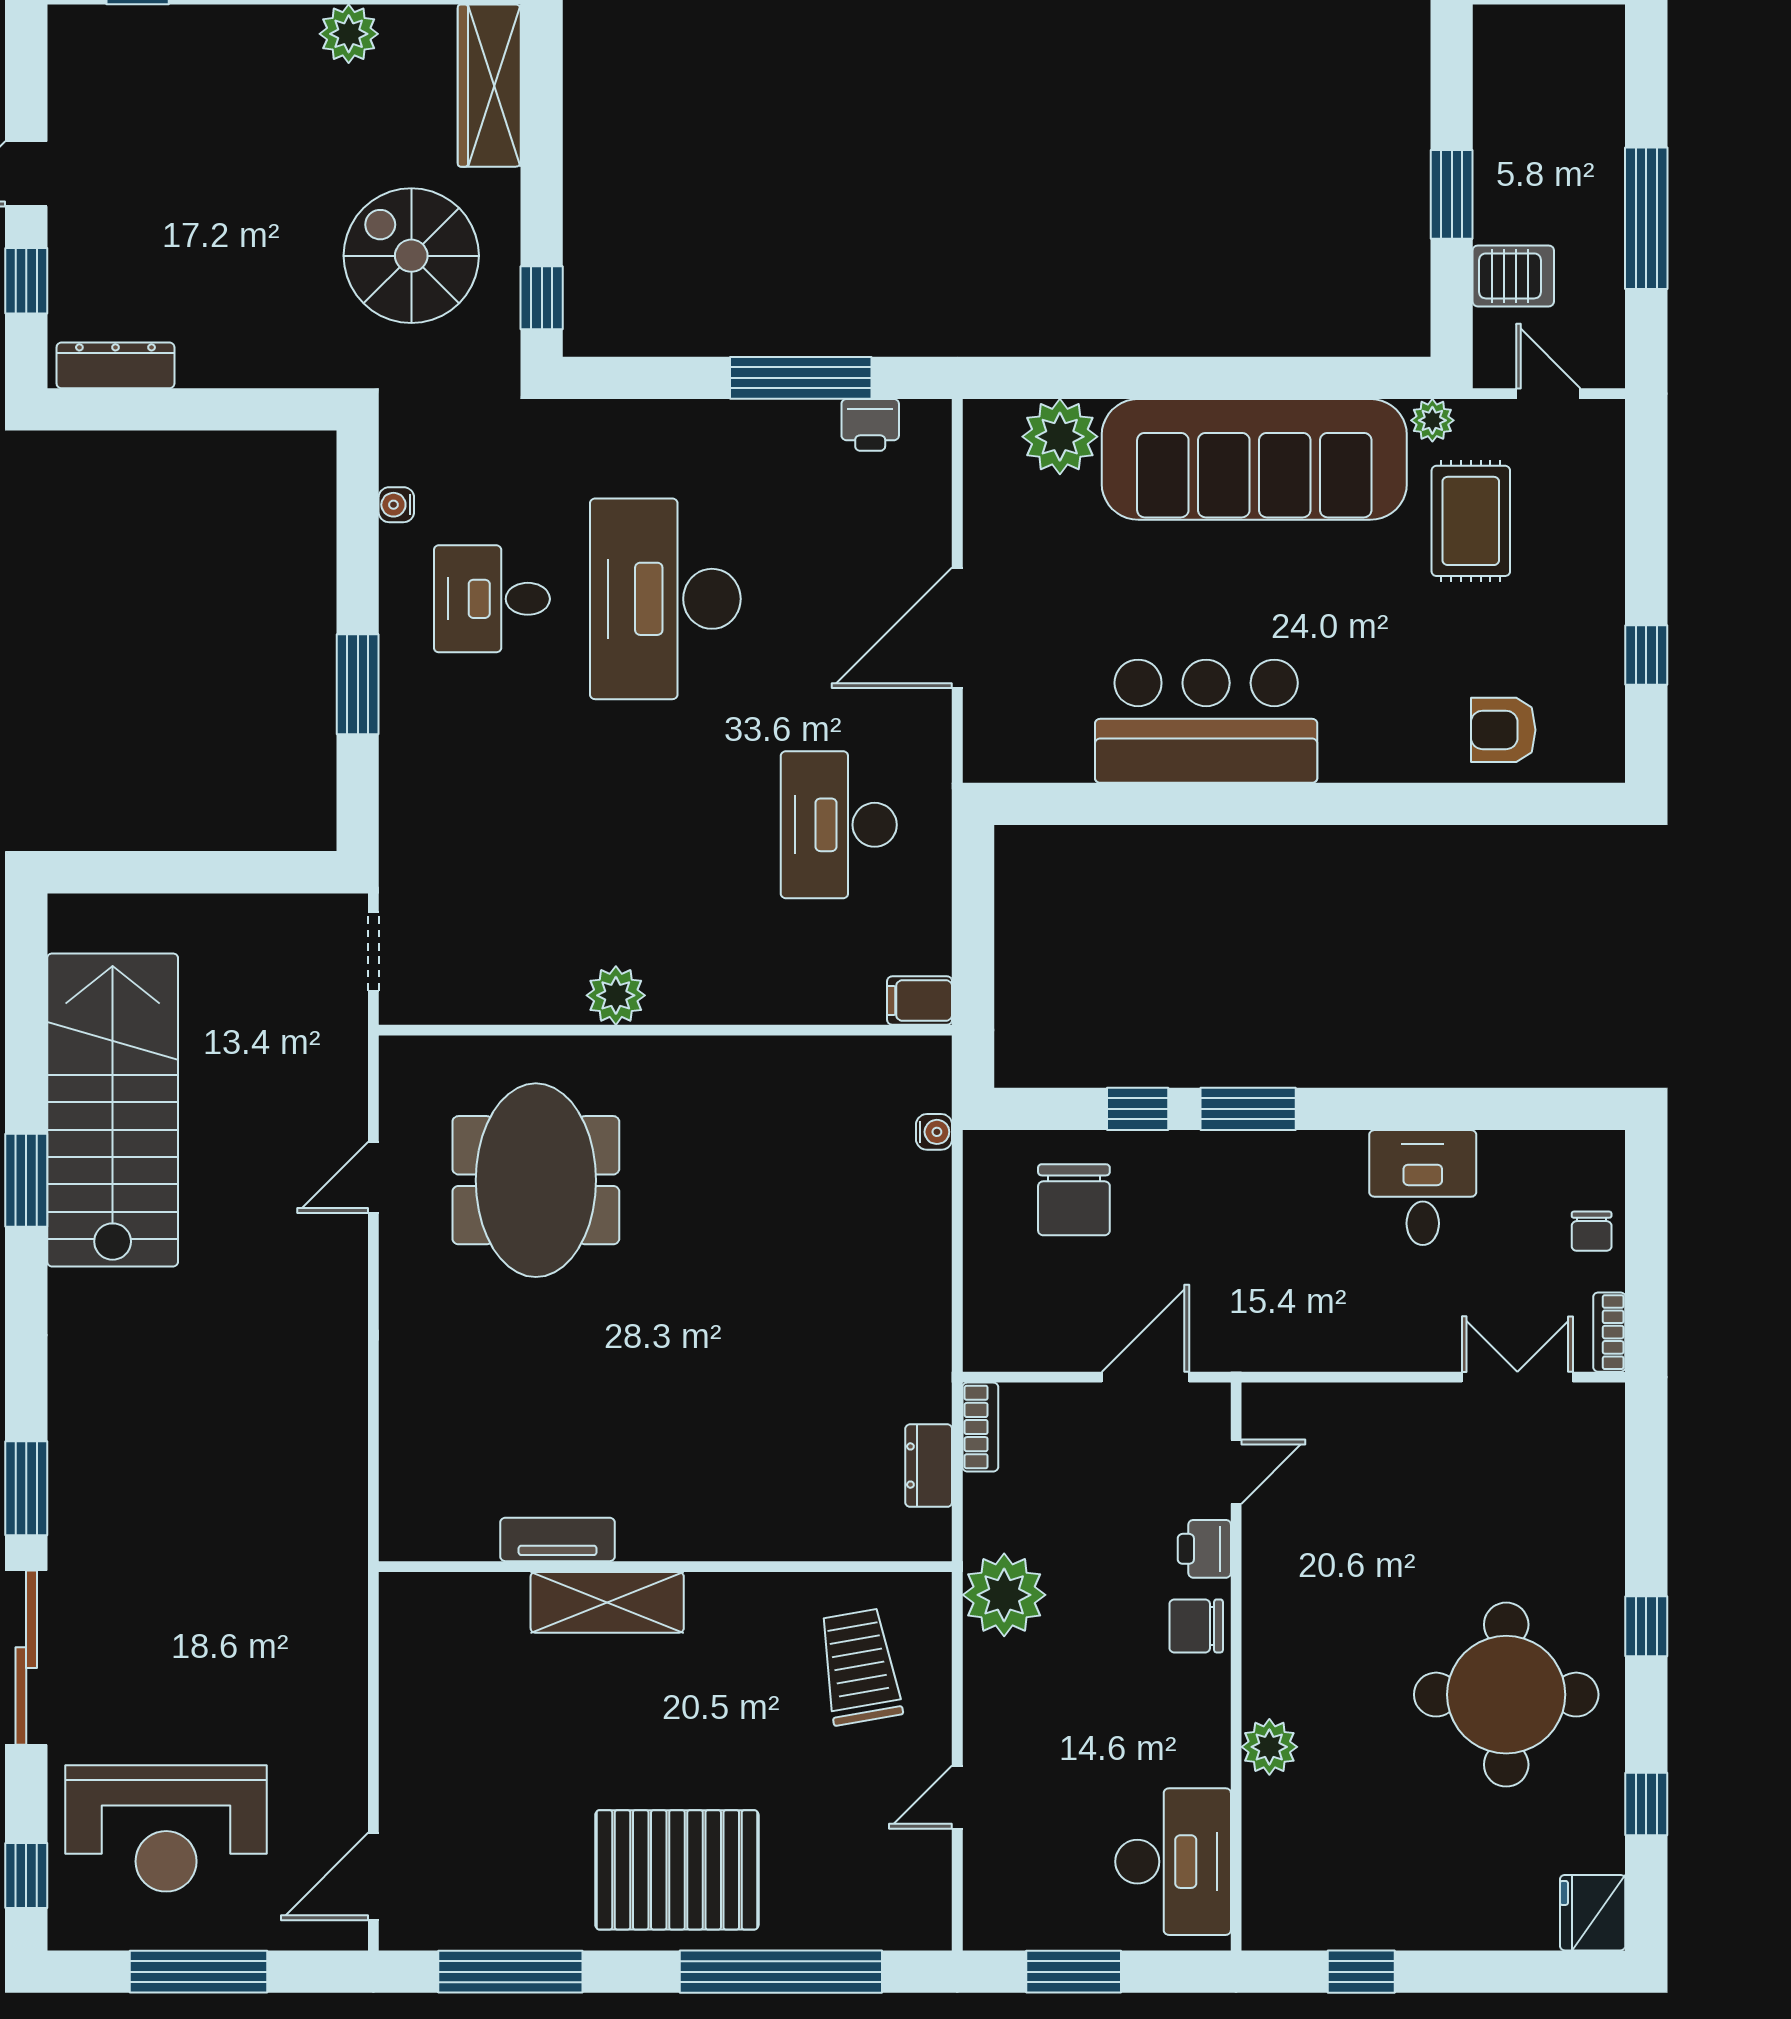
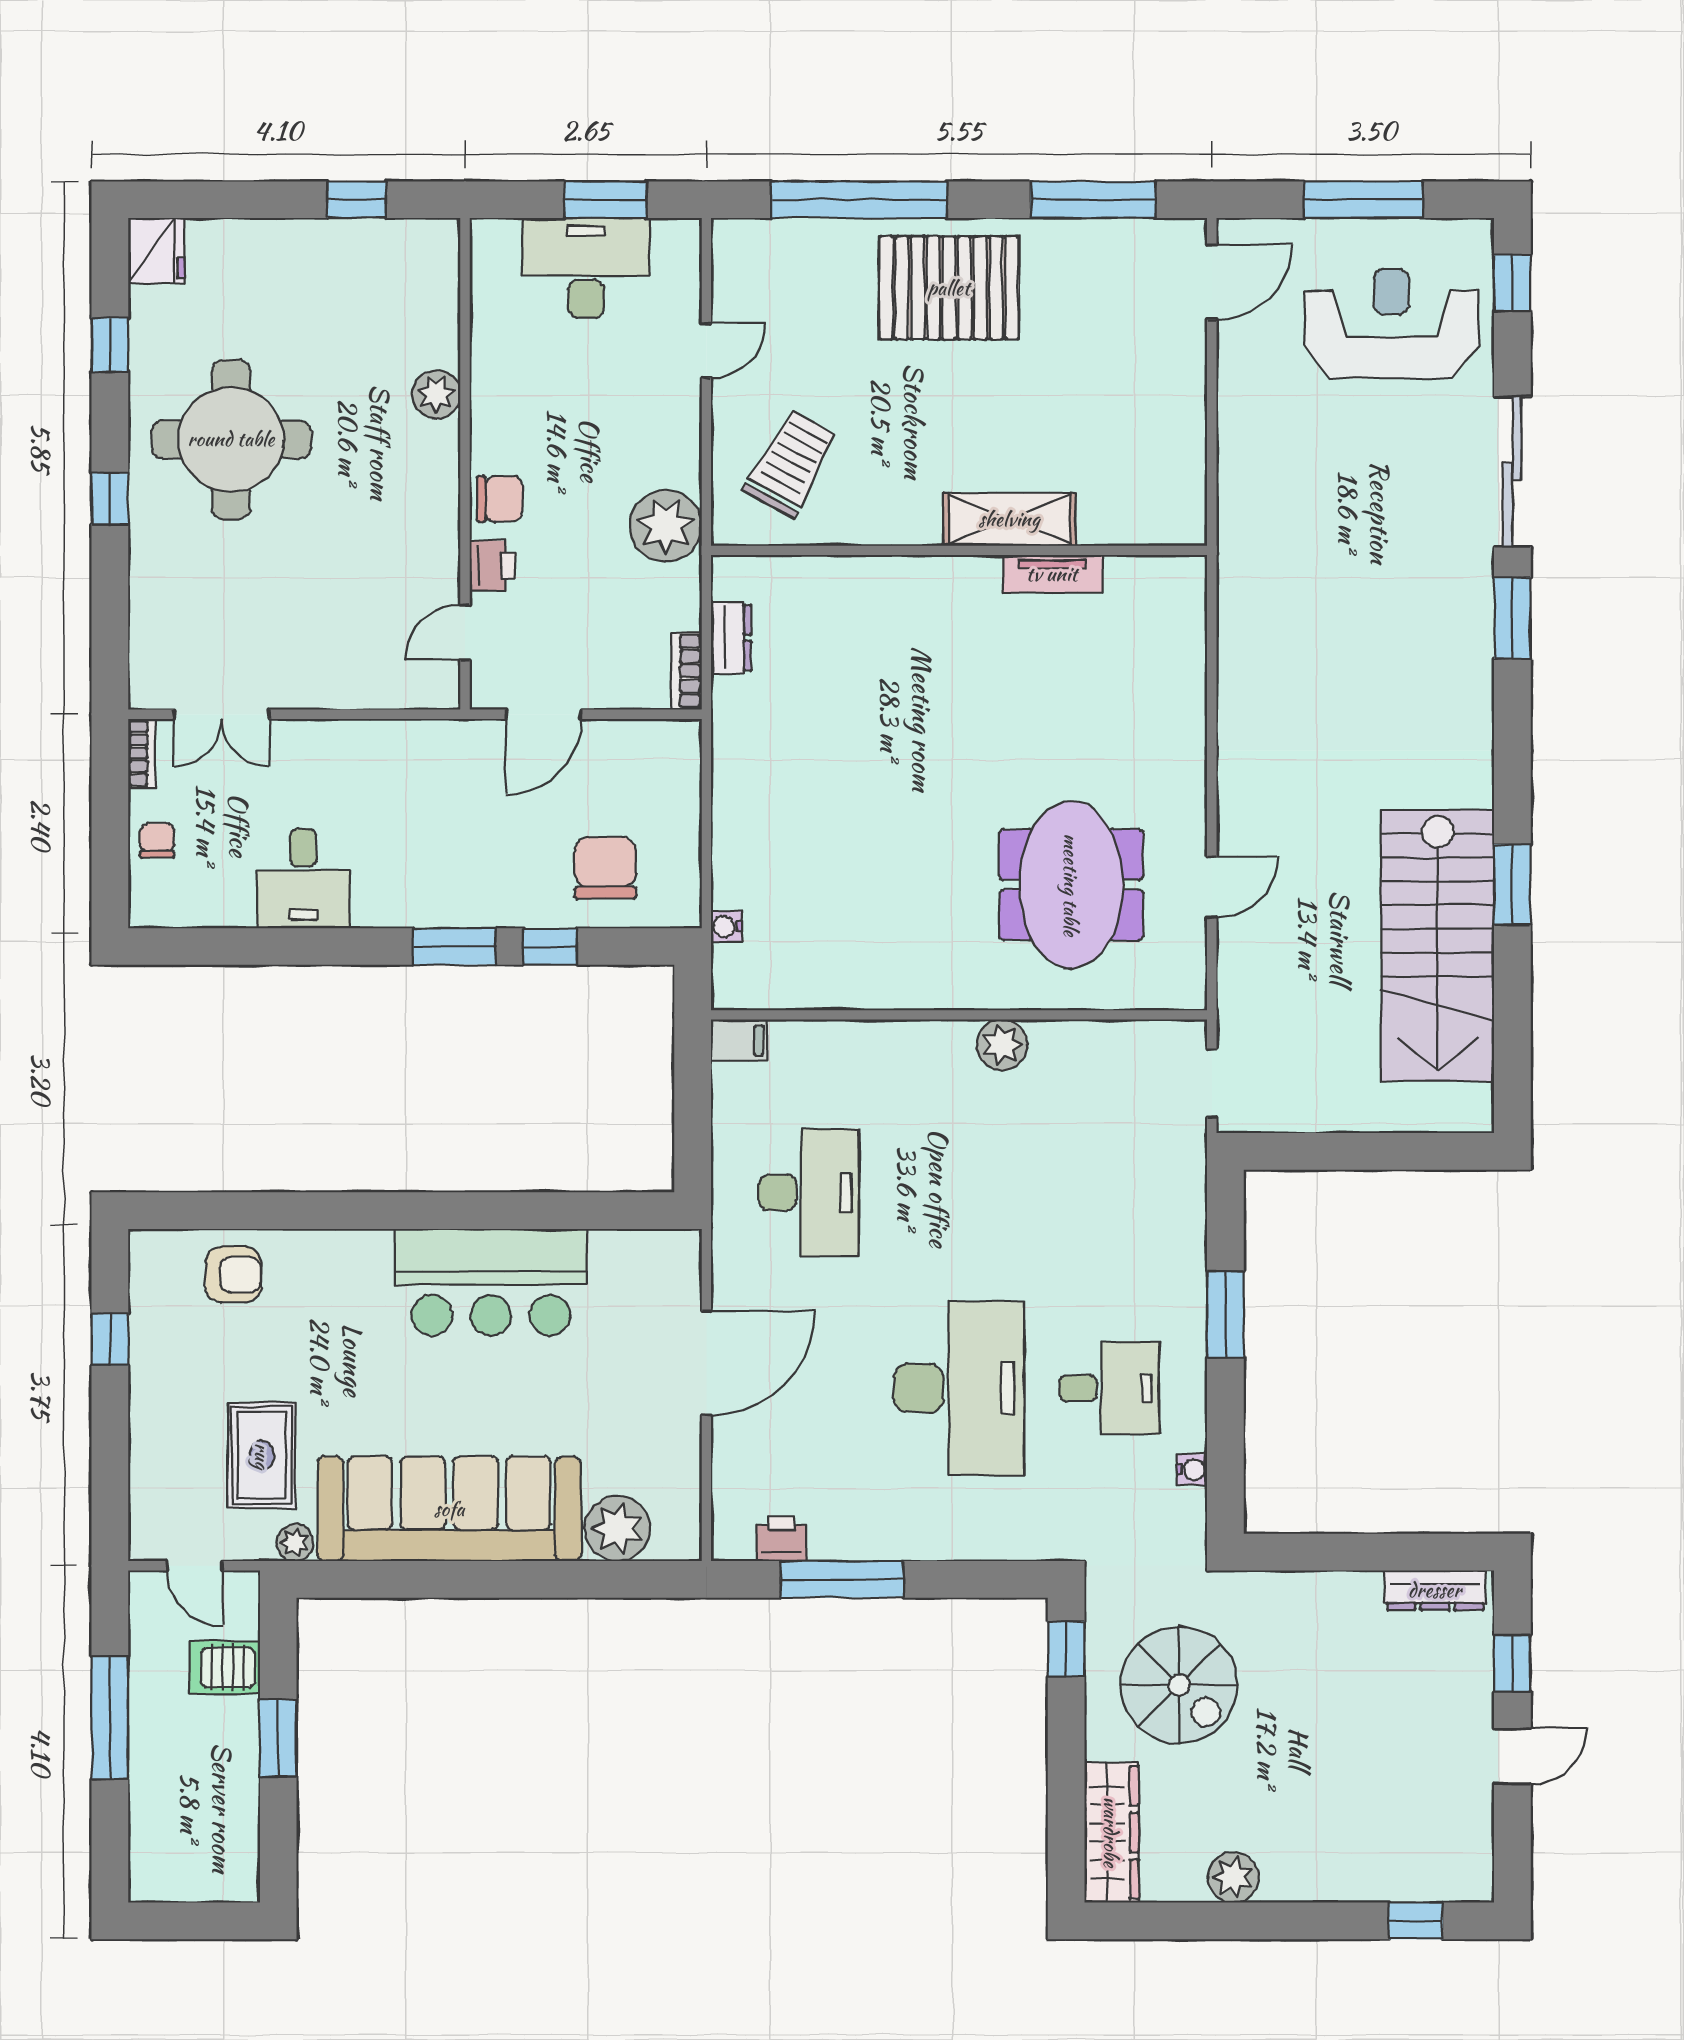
trolley: (860, 1667) -> (791, 463), turned -141
desk: (1173, 1862) -> (586, 268), moved, turned 90

